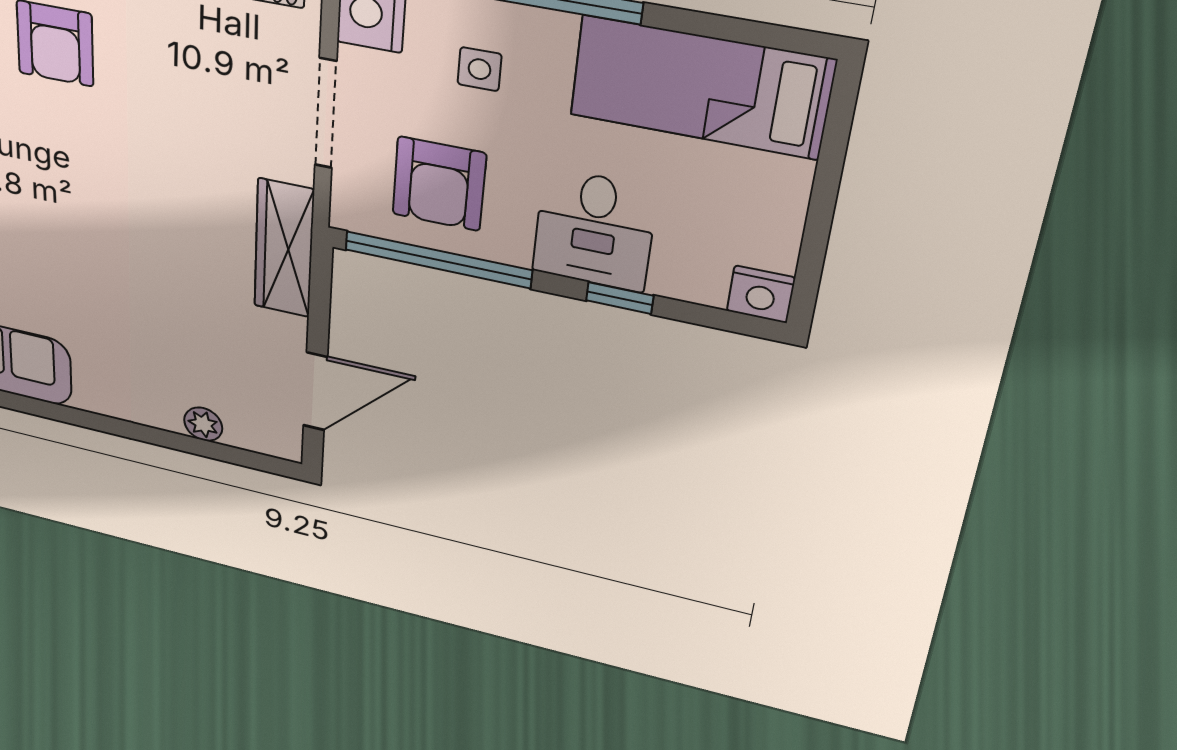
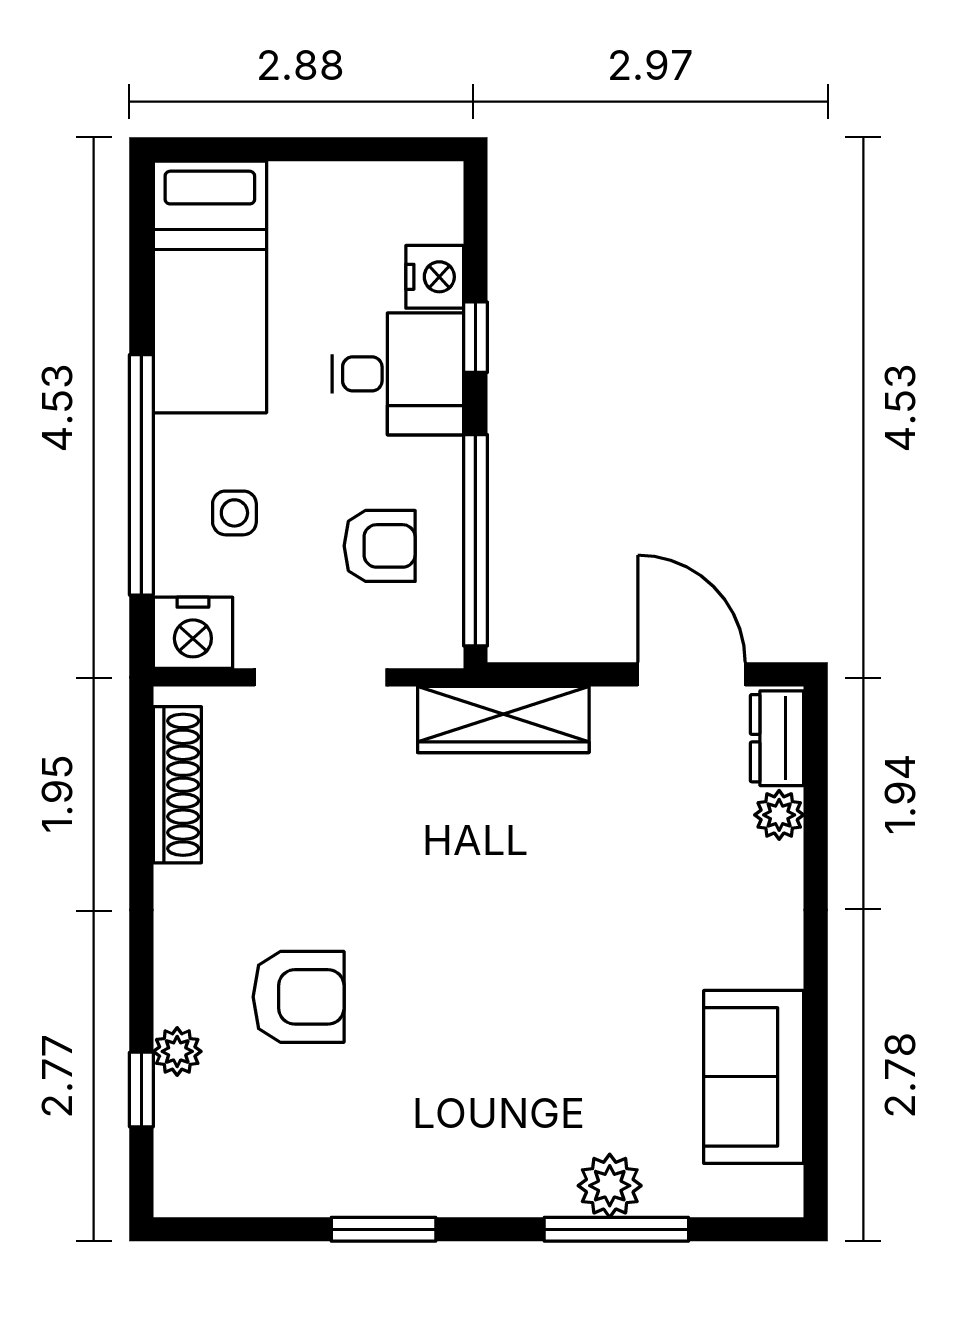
armchair: (439, 184) -> (380, 546), width x0.72, depth x0.72
nightstand: (761, 294) -> (435, 277), moved
dresser: (262, 437) -> (777, 738), added

